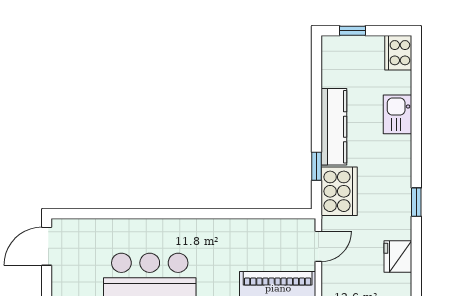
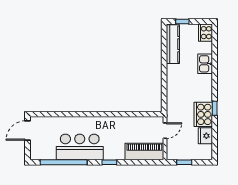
kitchen counter: (334, 127) -> (173, 44), moved
window: (317, 166) -> (164, 90), removed
cooker: (339, 191) -> (203, 114), moved, turned 180

